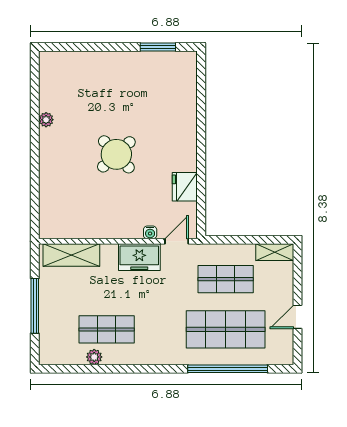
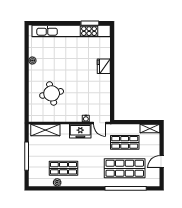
kitchen unit: (121, 62) -> (71, 31), added
round table: (116, 154) -> (52, 93), moved, turned 30
fridge: (185, 187) -> (104, 66), moved
door: (177, 241) -> (99, 123), swing flipped

